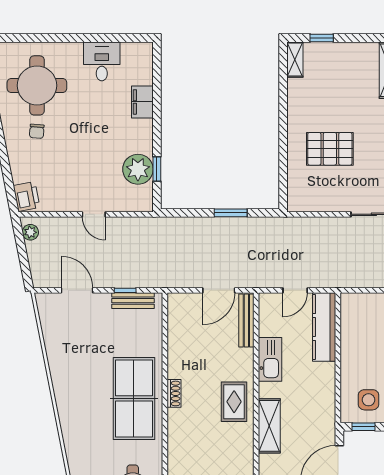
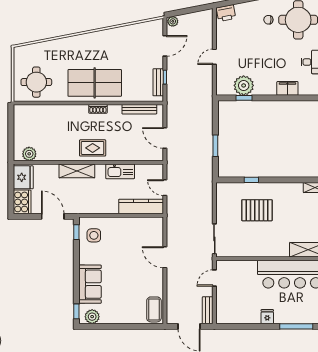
pallet: (330, 149) -> (257, 210), turned 90
window: (283, 157) -> (251, 180), added
plant: (30, 232) -> (173, 21), moved
bench: (246, 320) -> (139, 109), moved

